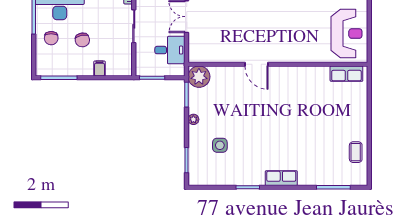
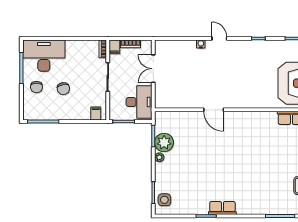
desk: (170, 50) -> (139, 102), width x1.37
filing cabinet: (100, 69) -> (96, 113), moved
plant: (199, 77) -> (164, 143), moved
side table: (220, 145) -> (164, 200), moved
row of seats: (281, 178) -> (222, 208), moved

